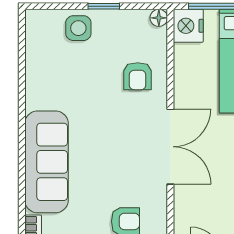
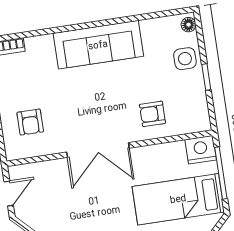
floor lamp: (159, 18) -> (189, 25), moved
sofa: (47, 162) -> (98, 45), moved

